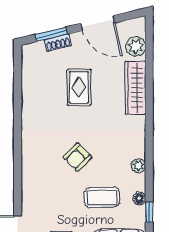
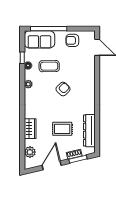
door: (98, 23) -> (52, 165), hinge flipped
dresser: (31, 84) -> (89, 131), added
rug: (79, 87) -> (62, 129), turned 90
wardrobe: (135, 88) -> (30, 129), width x0.67

